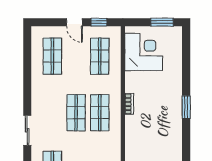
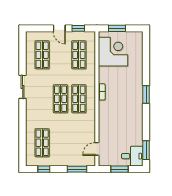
window: (162, 22) -> (117, 28), moved
sliding door: (27, 130) -> (23, 87), moved

